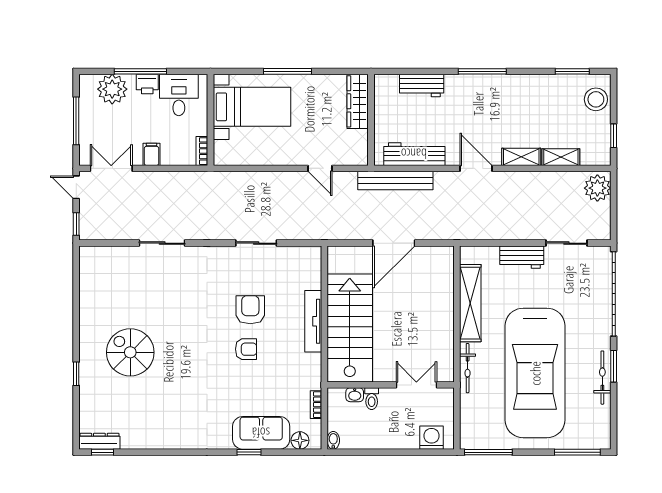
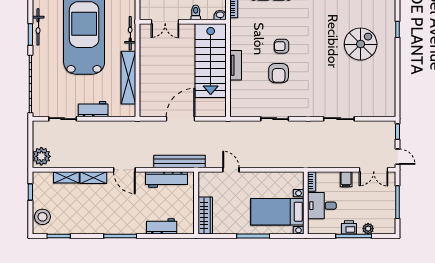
plant: (112, 89) -> (368, 229), width x0.53, depth x0.53
desk: (179, 95) -> (322, 206), moved, turned 90
tv unit: (313, 321) -> (236, 65), width x0.71
spiral stairs: (130, 352) -> (361, 44), turned -90
washbasin: (355, 395) -> (220, 15), moved

